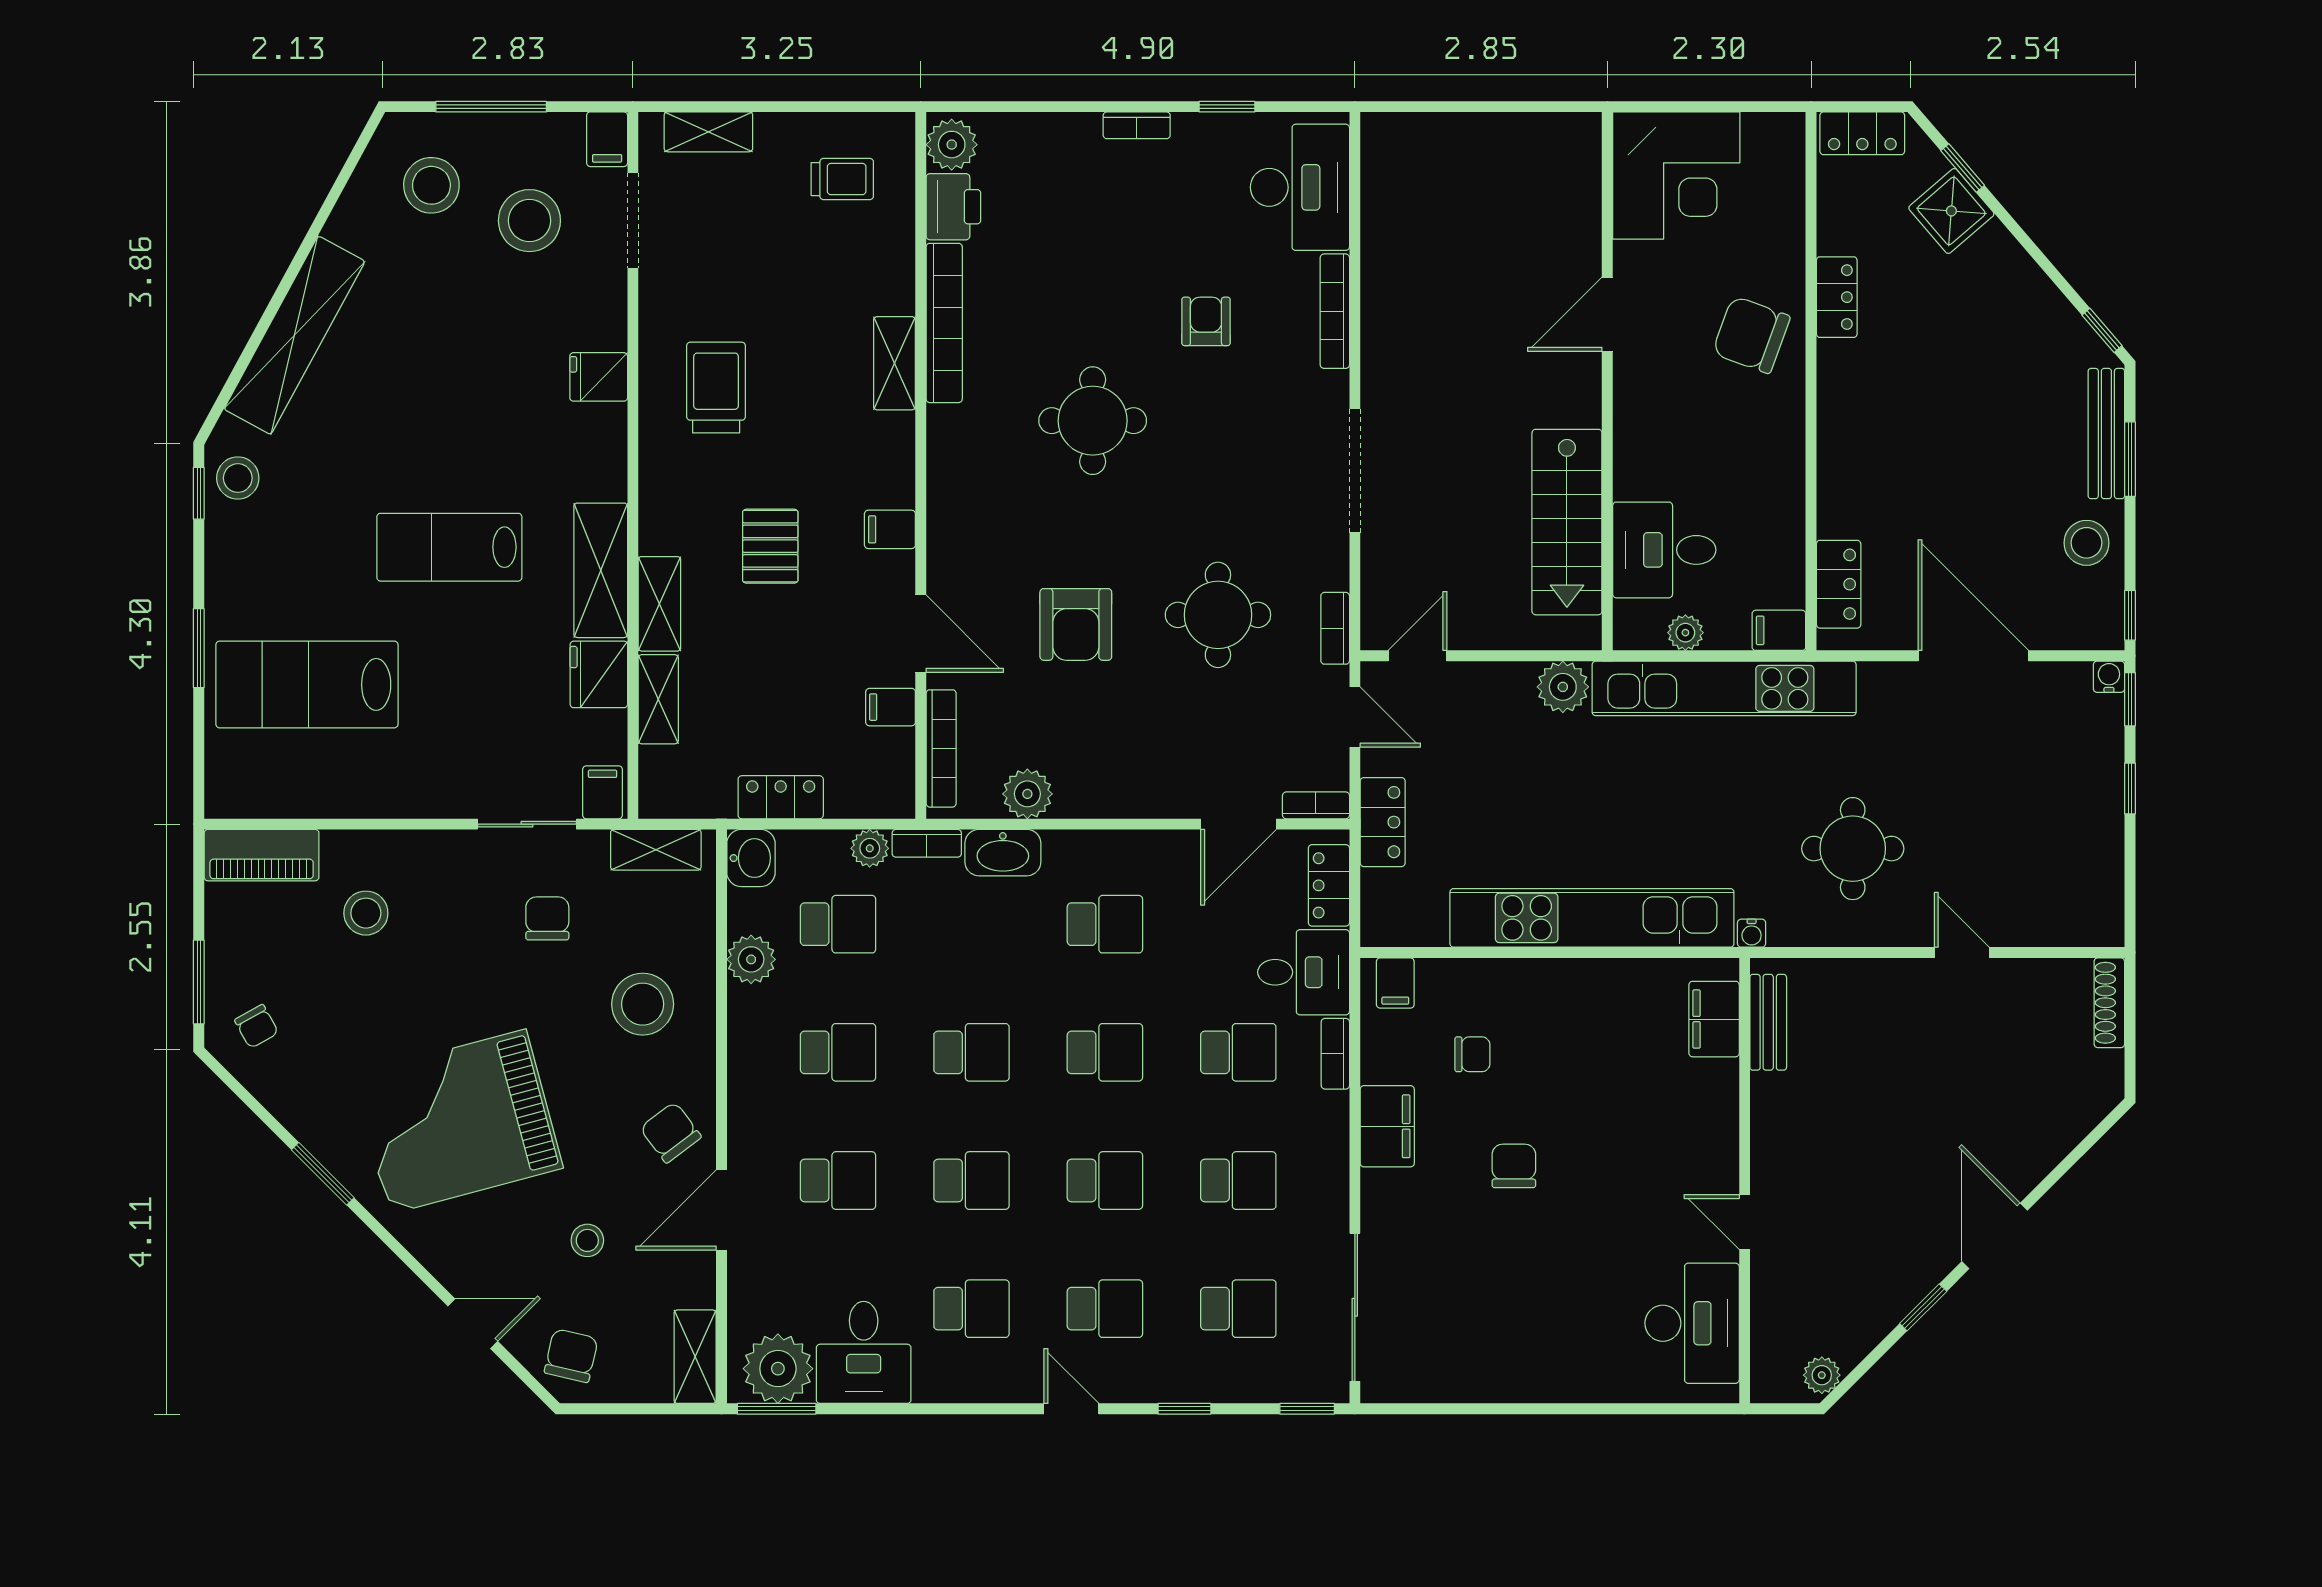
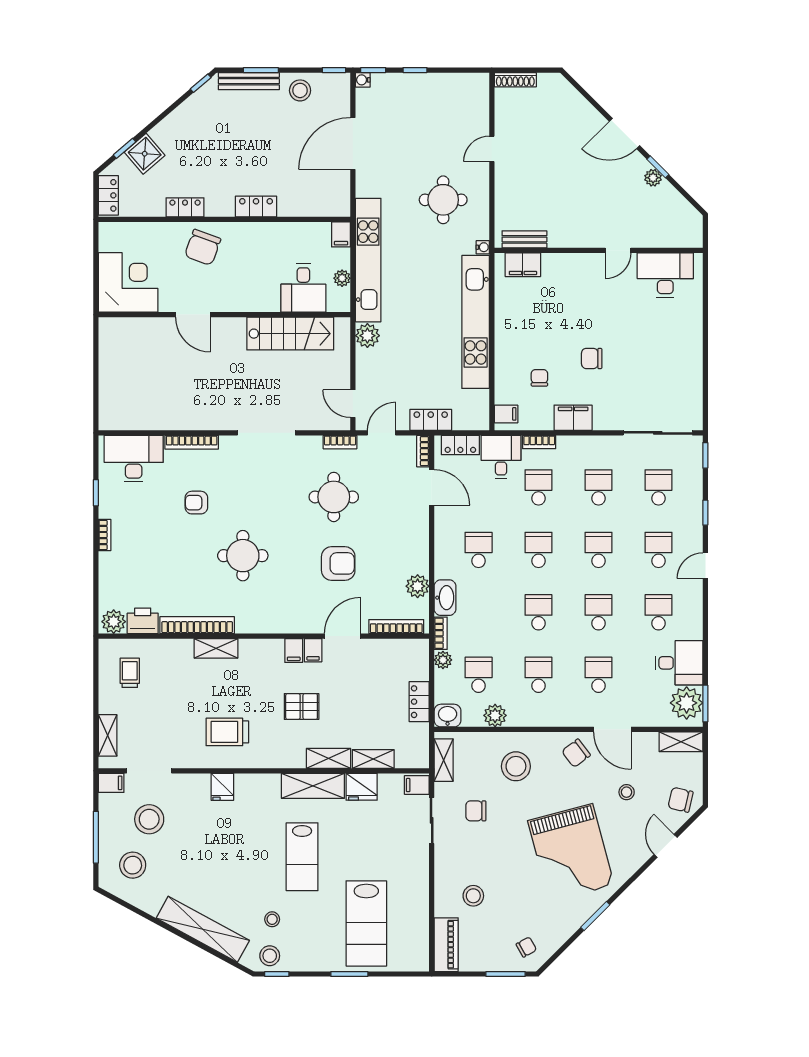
stool: (316, 483) -> (272, 919), added
locker: (1839, 584) -> (256, 206), moved
filing cabinet: (891, 707) -> (313, 650), moved
plant: (1822, 1375) -> (653, 178), moved

